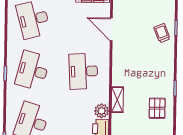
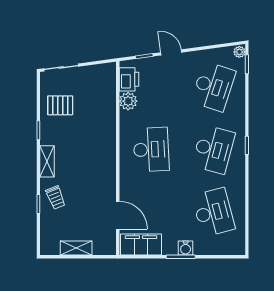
door: (111, 29) -> (118, 215), moved
shelving: (117, 100) -> (47, 161), moved
pallet: (157, 108) -> (60, 105), turned 90

